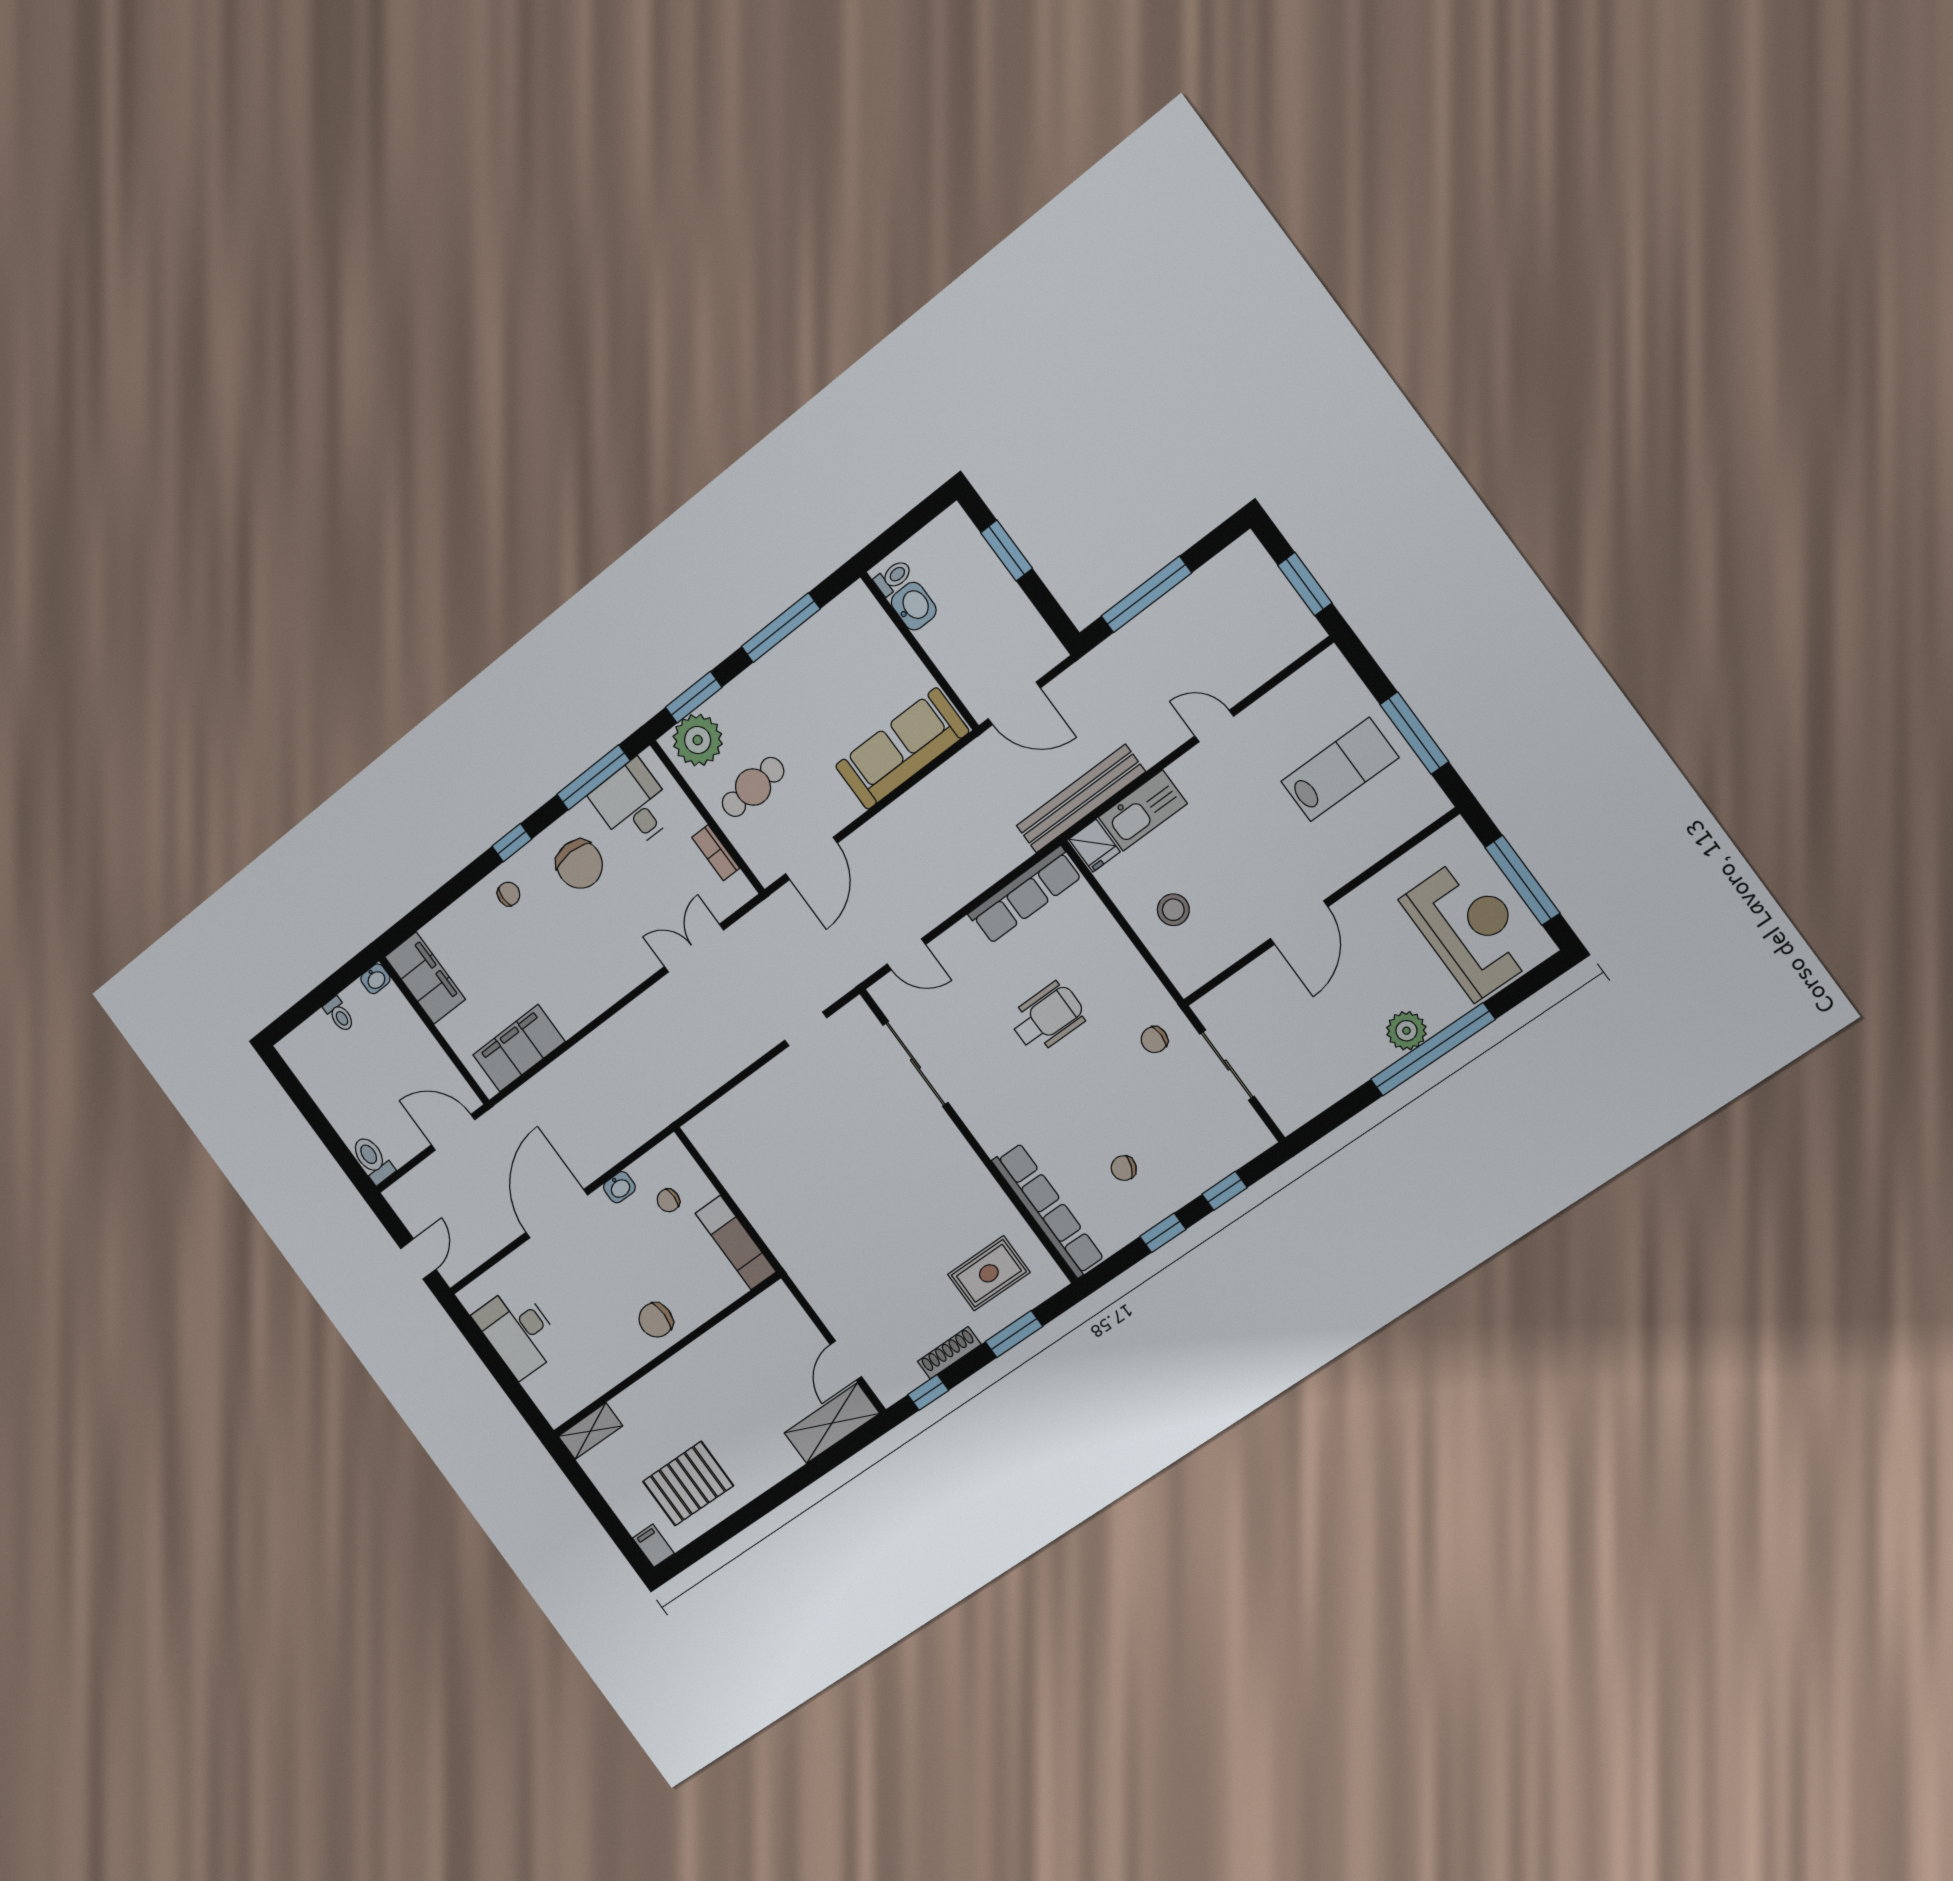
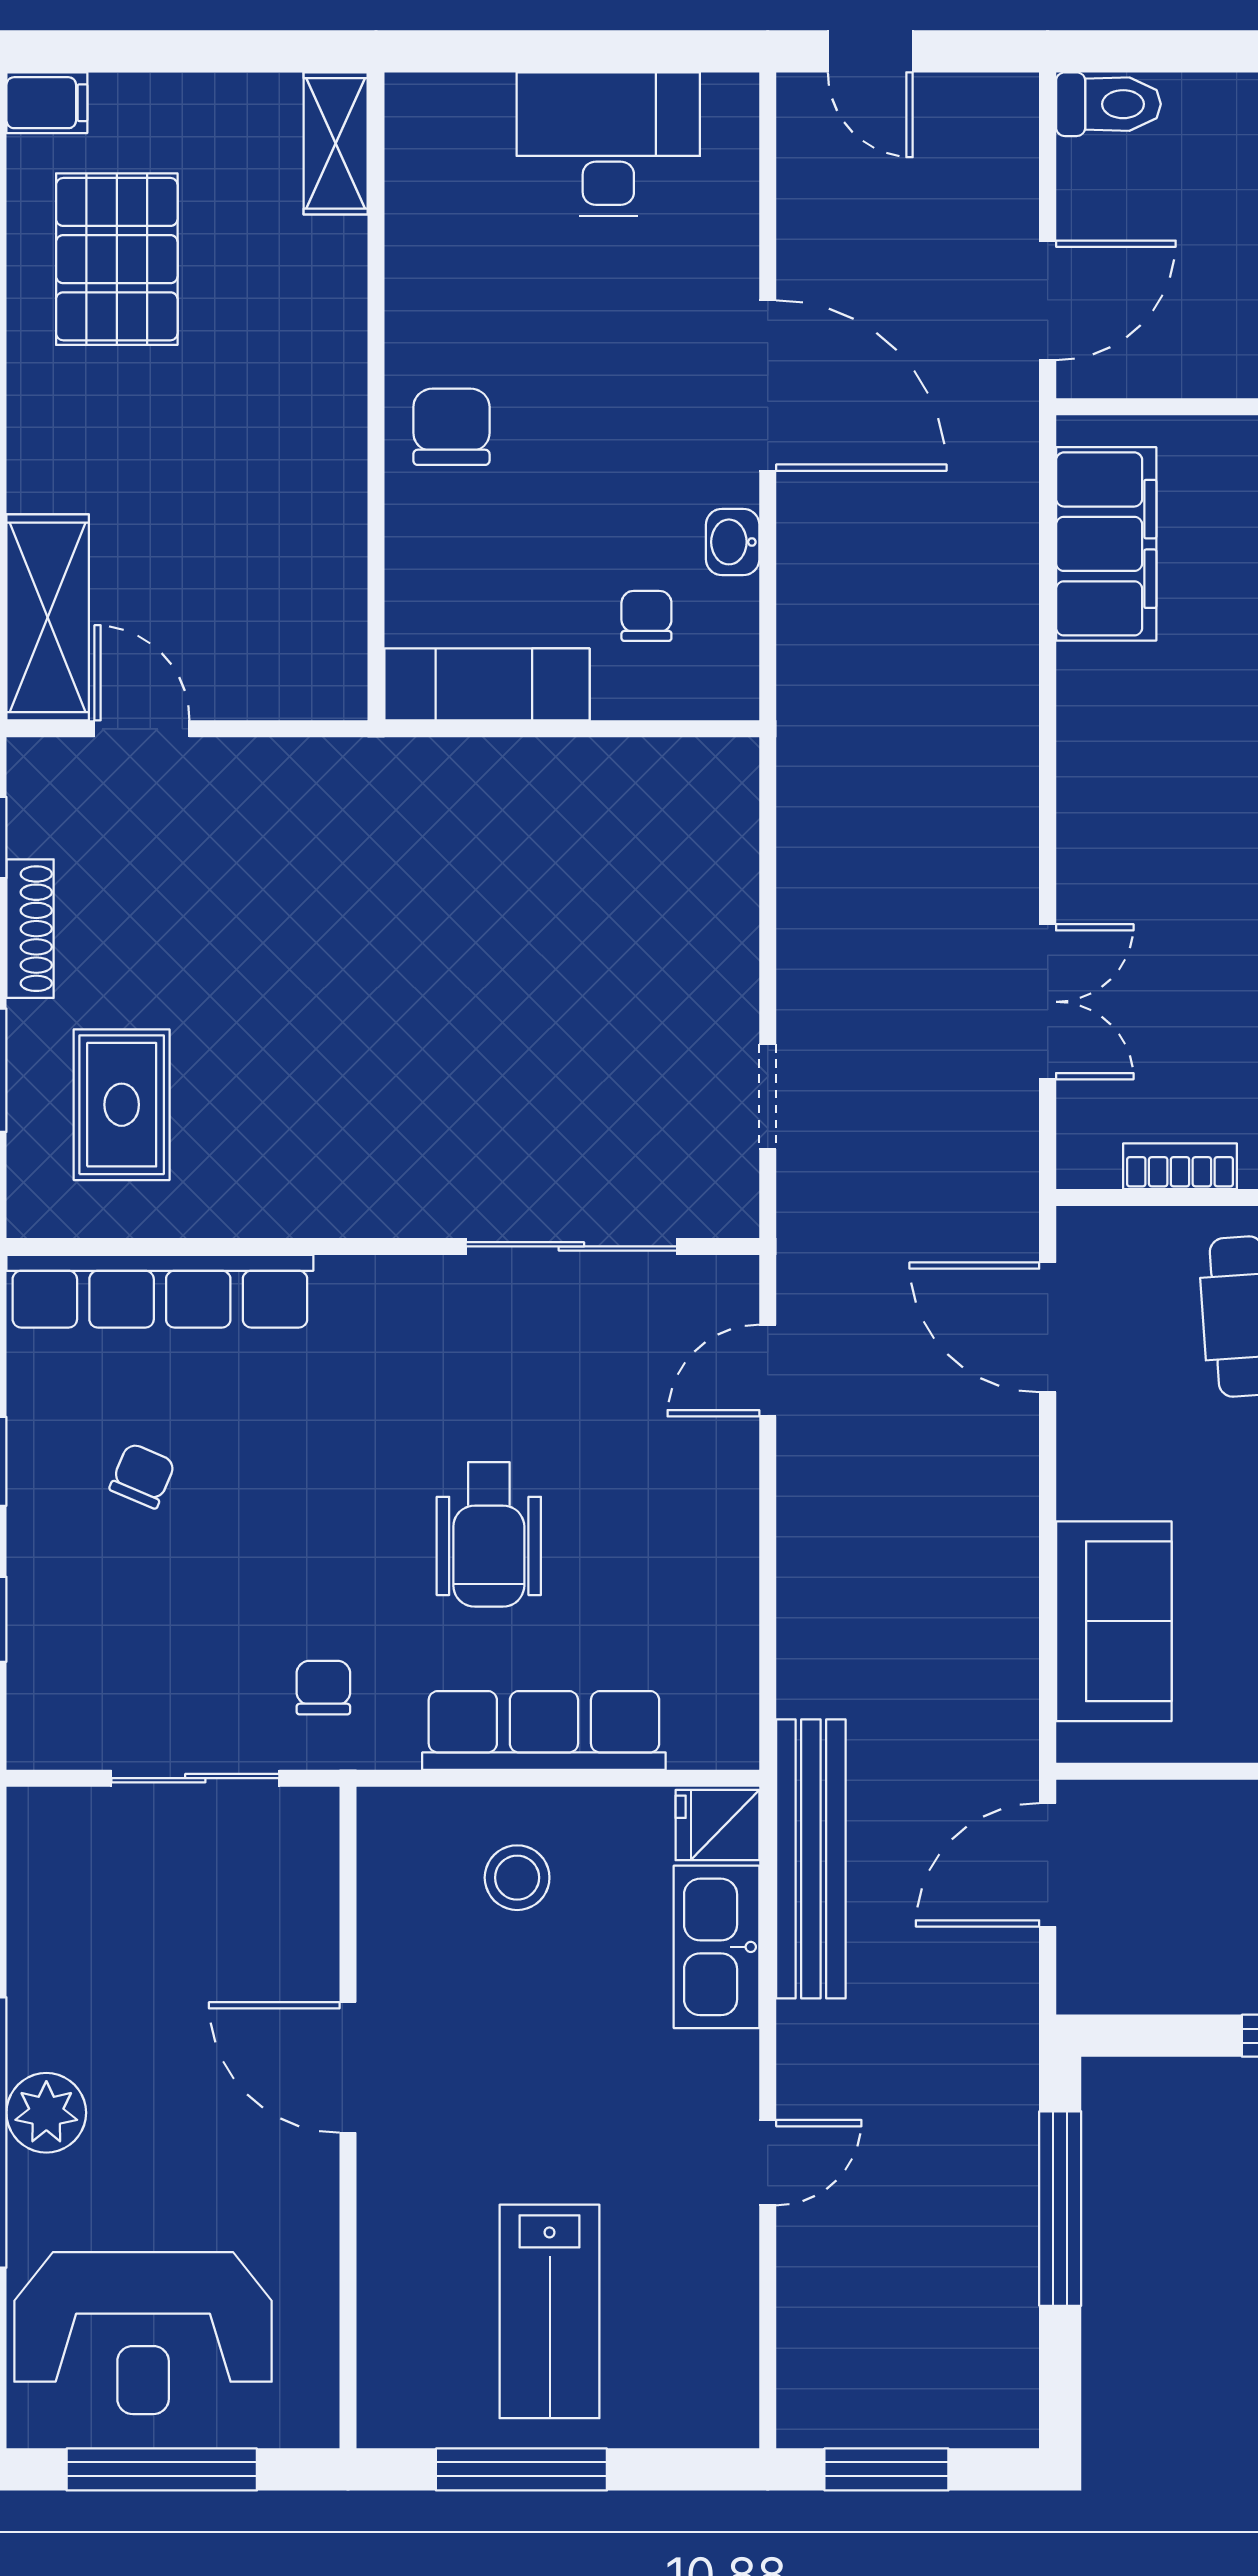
sofa: (902, 749) -> (1114, 1621), width x0.73
row of seats: (1025, 895) -> (544, 1730), moved, turned 90

